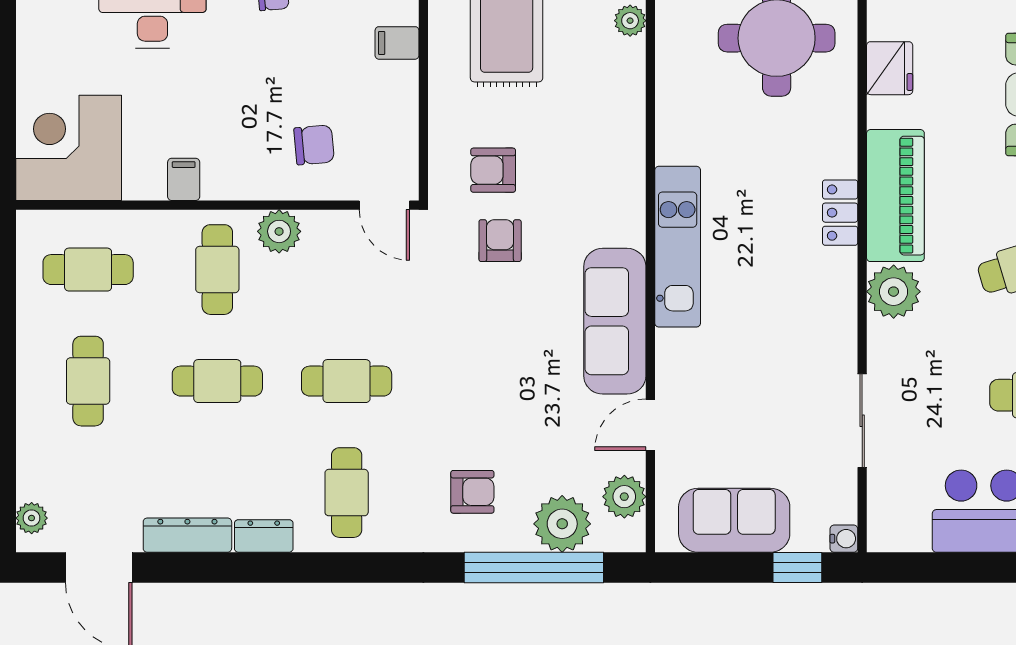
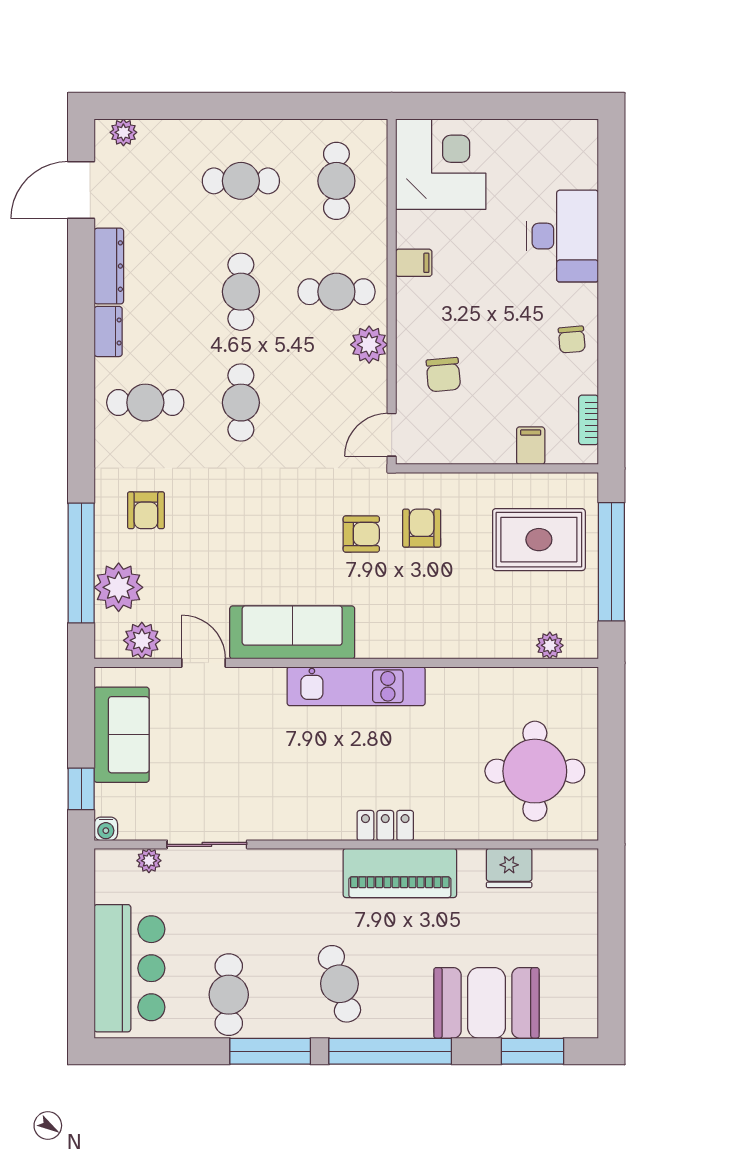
plant: (894, 292) -> (149, 861), moved, width x0.53, depth x0.53

